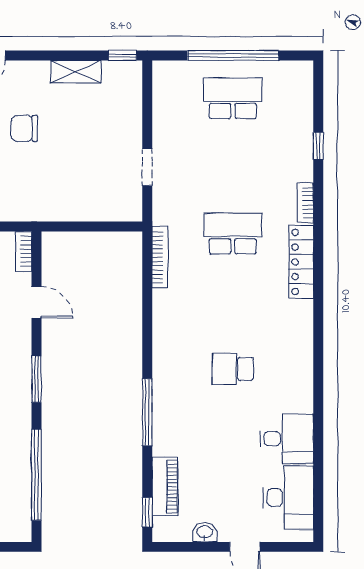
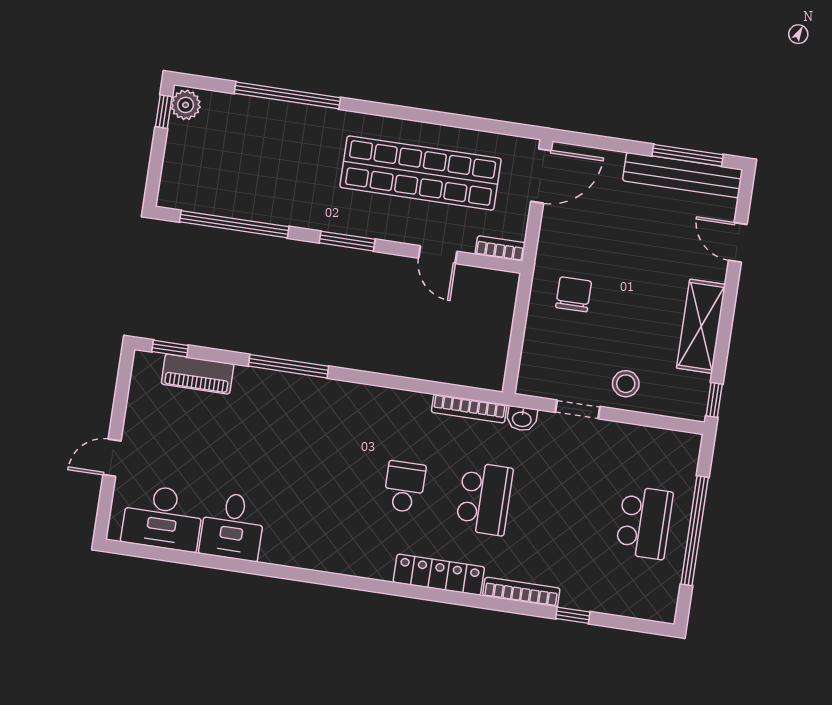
shelving: (76, 72) -> (701, 326), width x1.50, depth x1.33
chair: (24, 128) -> (574, 294), moved
stool: (120, 131) -> (626, 384), added
bookcase: (305, 203) -> (521, 592), width x1.56
door: (36, 302) -> (438, 255), hinge flipped
school desk: (233, 369) -> (404, 487), moved
washbasin: (205, 532) -> (522, 419), moved, turned 90

